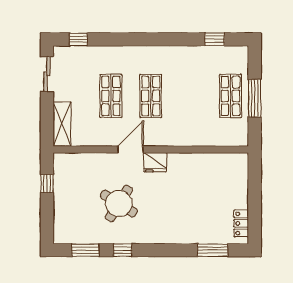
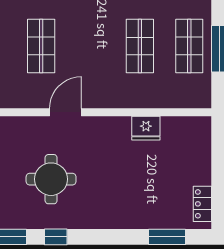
shop shelf: (151, 96) -> (140, 46), moved
fridge: (155, 162) -> (146, 128), moved
round table: (119, 203) -> (51, 179), turned -32

